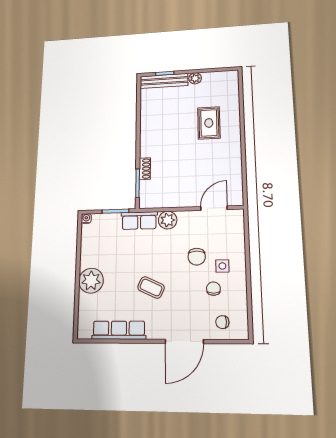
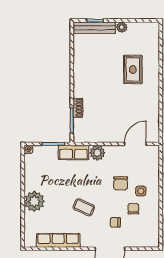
chair: (222, 322) -> (115, 222), moved

